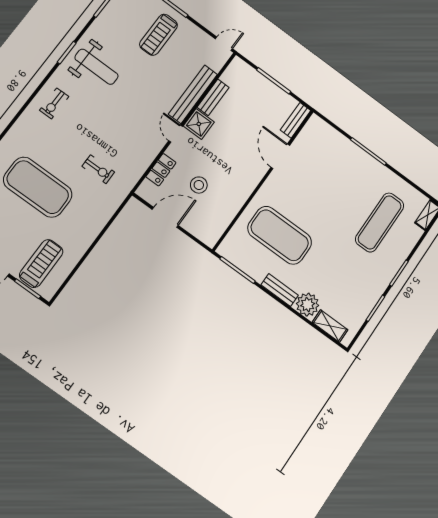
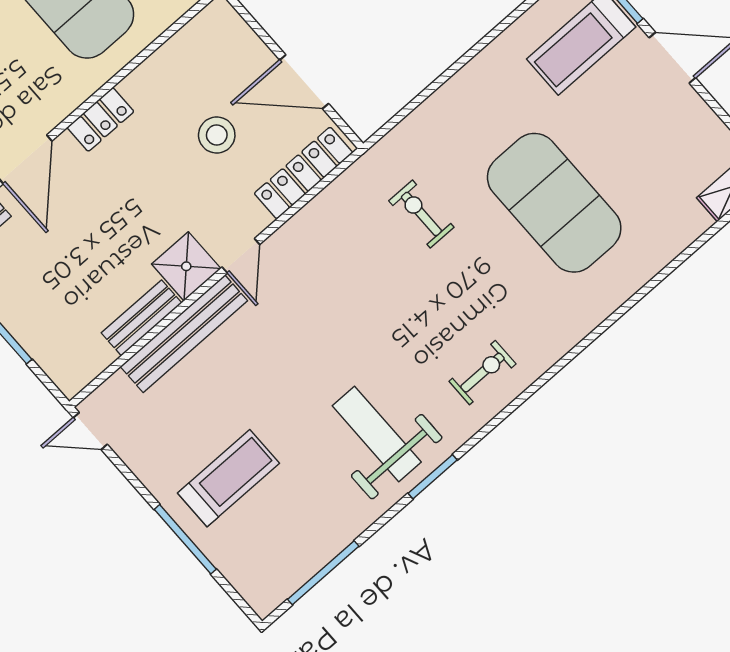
locker: (161, 170) -> (303, 173), width x1.53
locker: (252, 181) -> (100, 119), added

